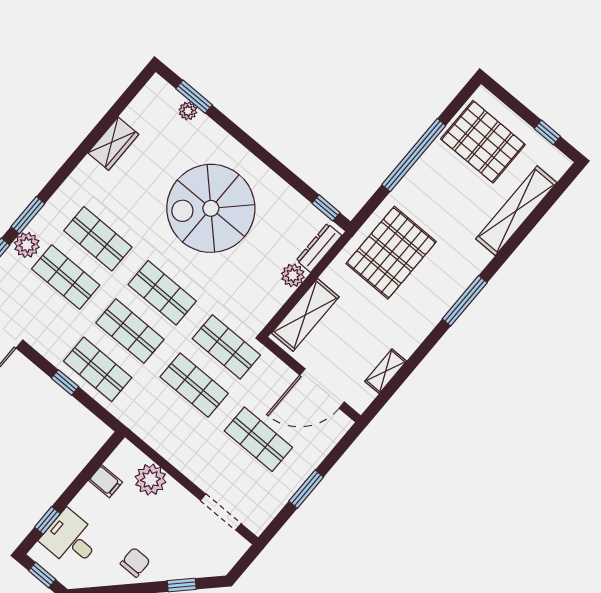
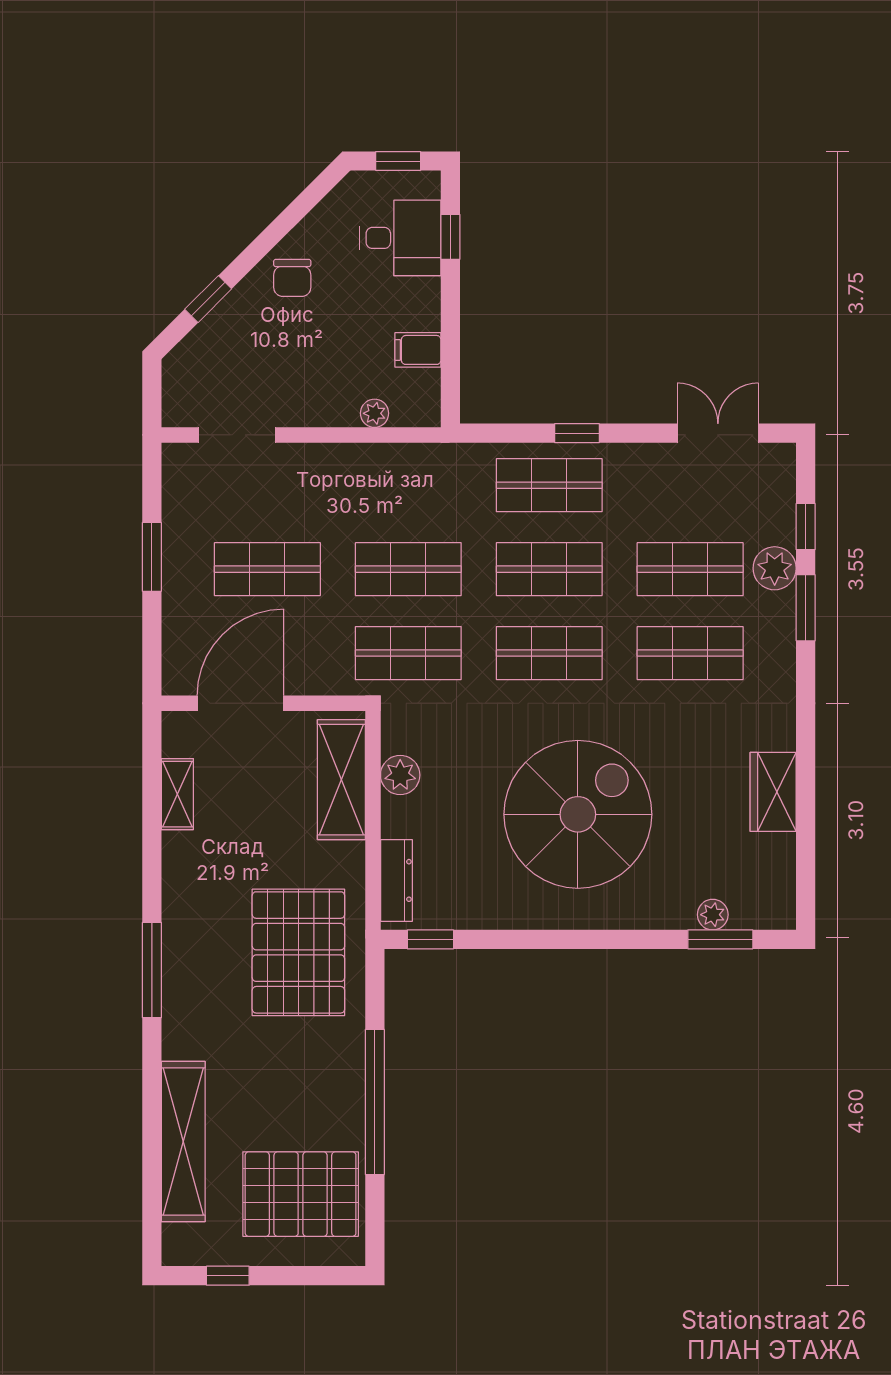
plant: (293, 275) -> (400, 775), moved
plant: (151, 479) -> (375, 413), width x0.53, depth x0.53

